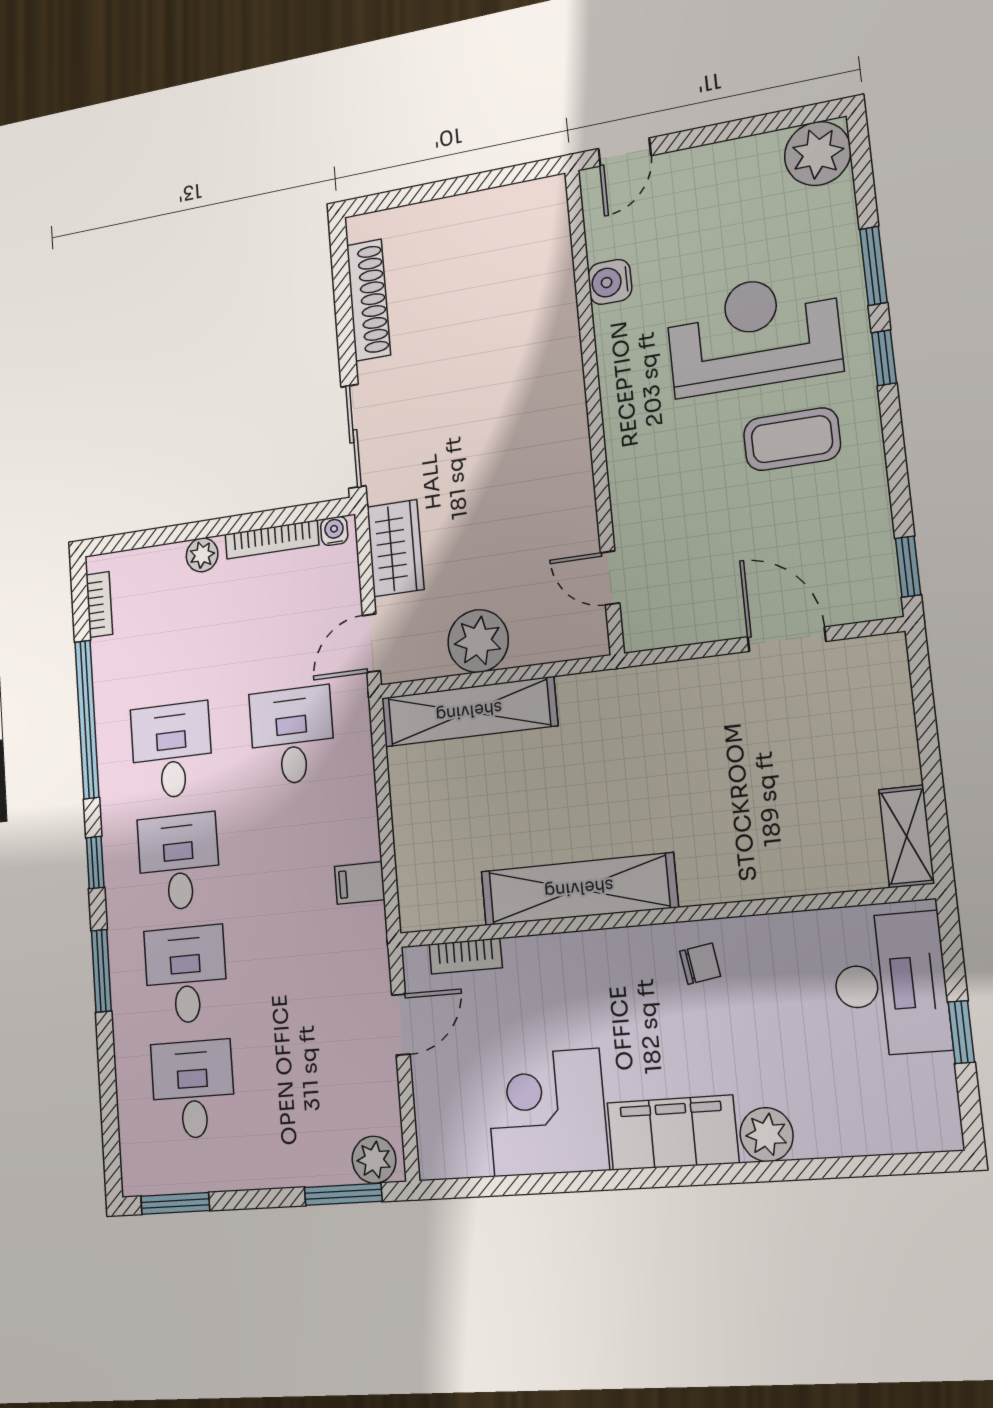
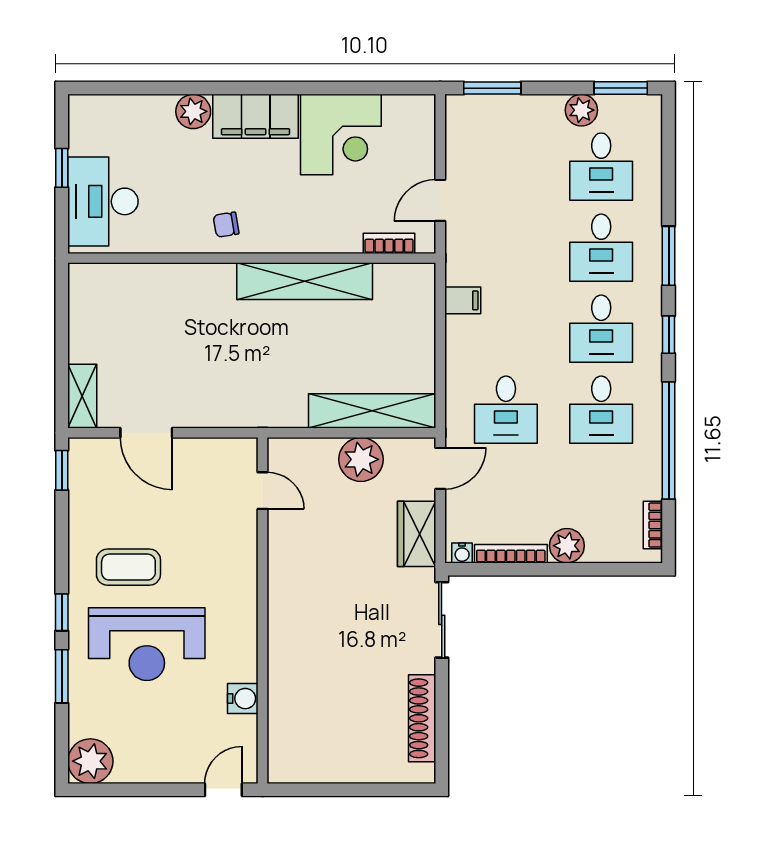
plant: (202, 555) -> (567, 546), width x1.38, depth x1.38
shelving: (907, 836) -> (82, 396), moved
plant: (374, 1160) -> (581, 110), moved

